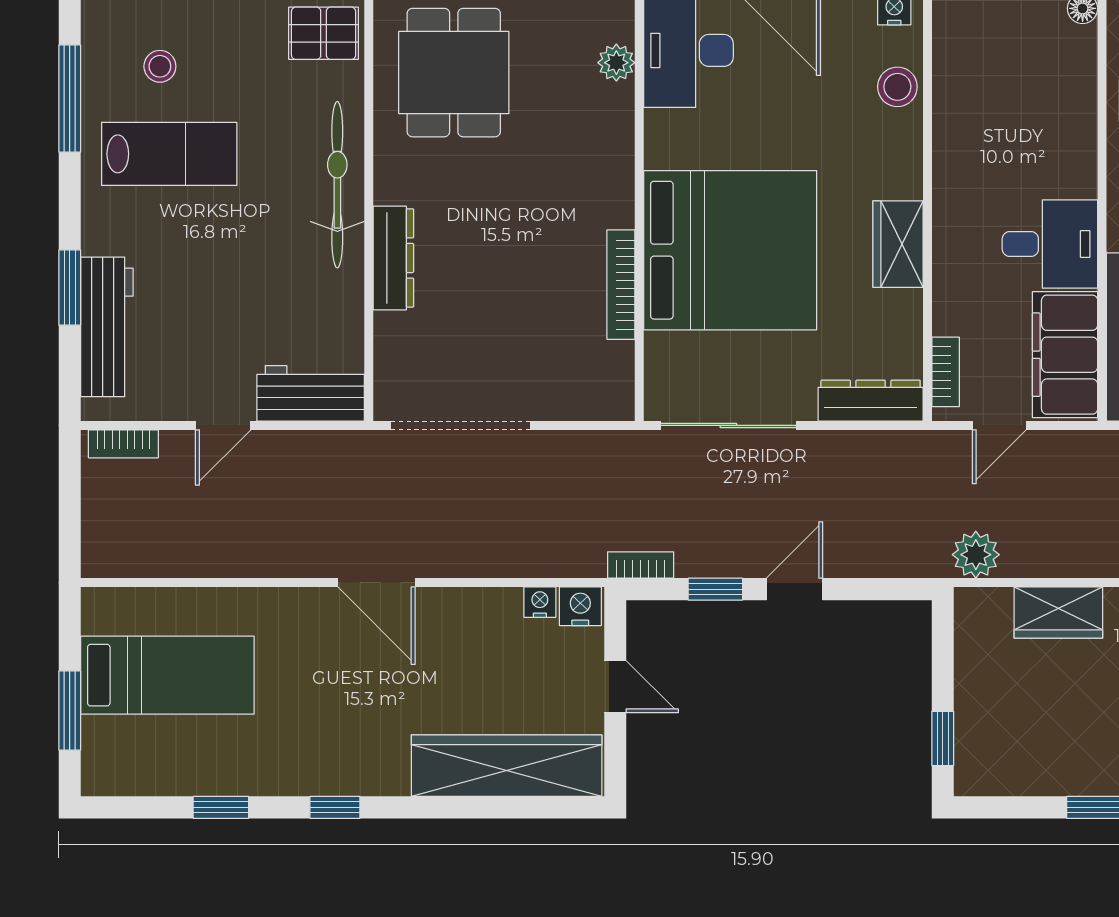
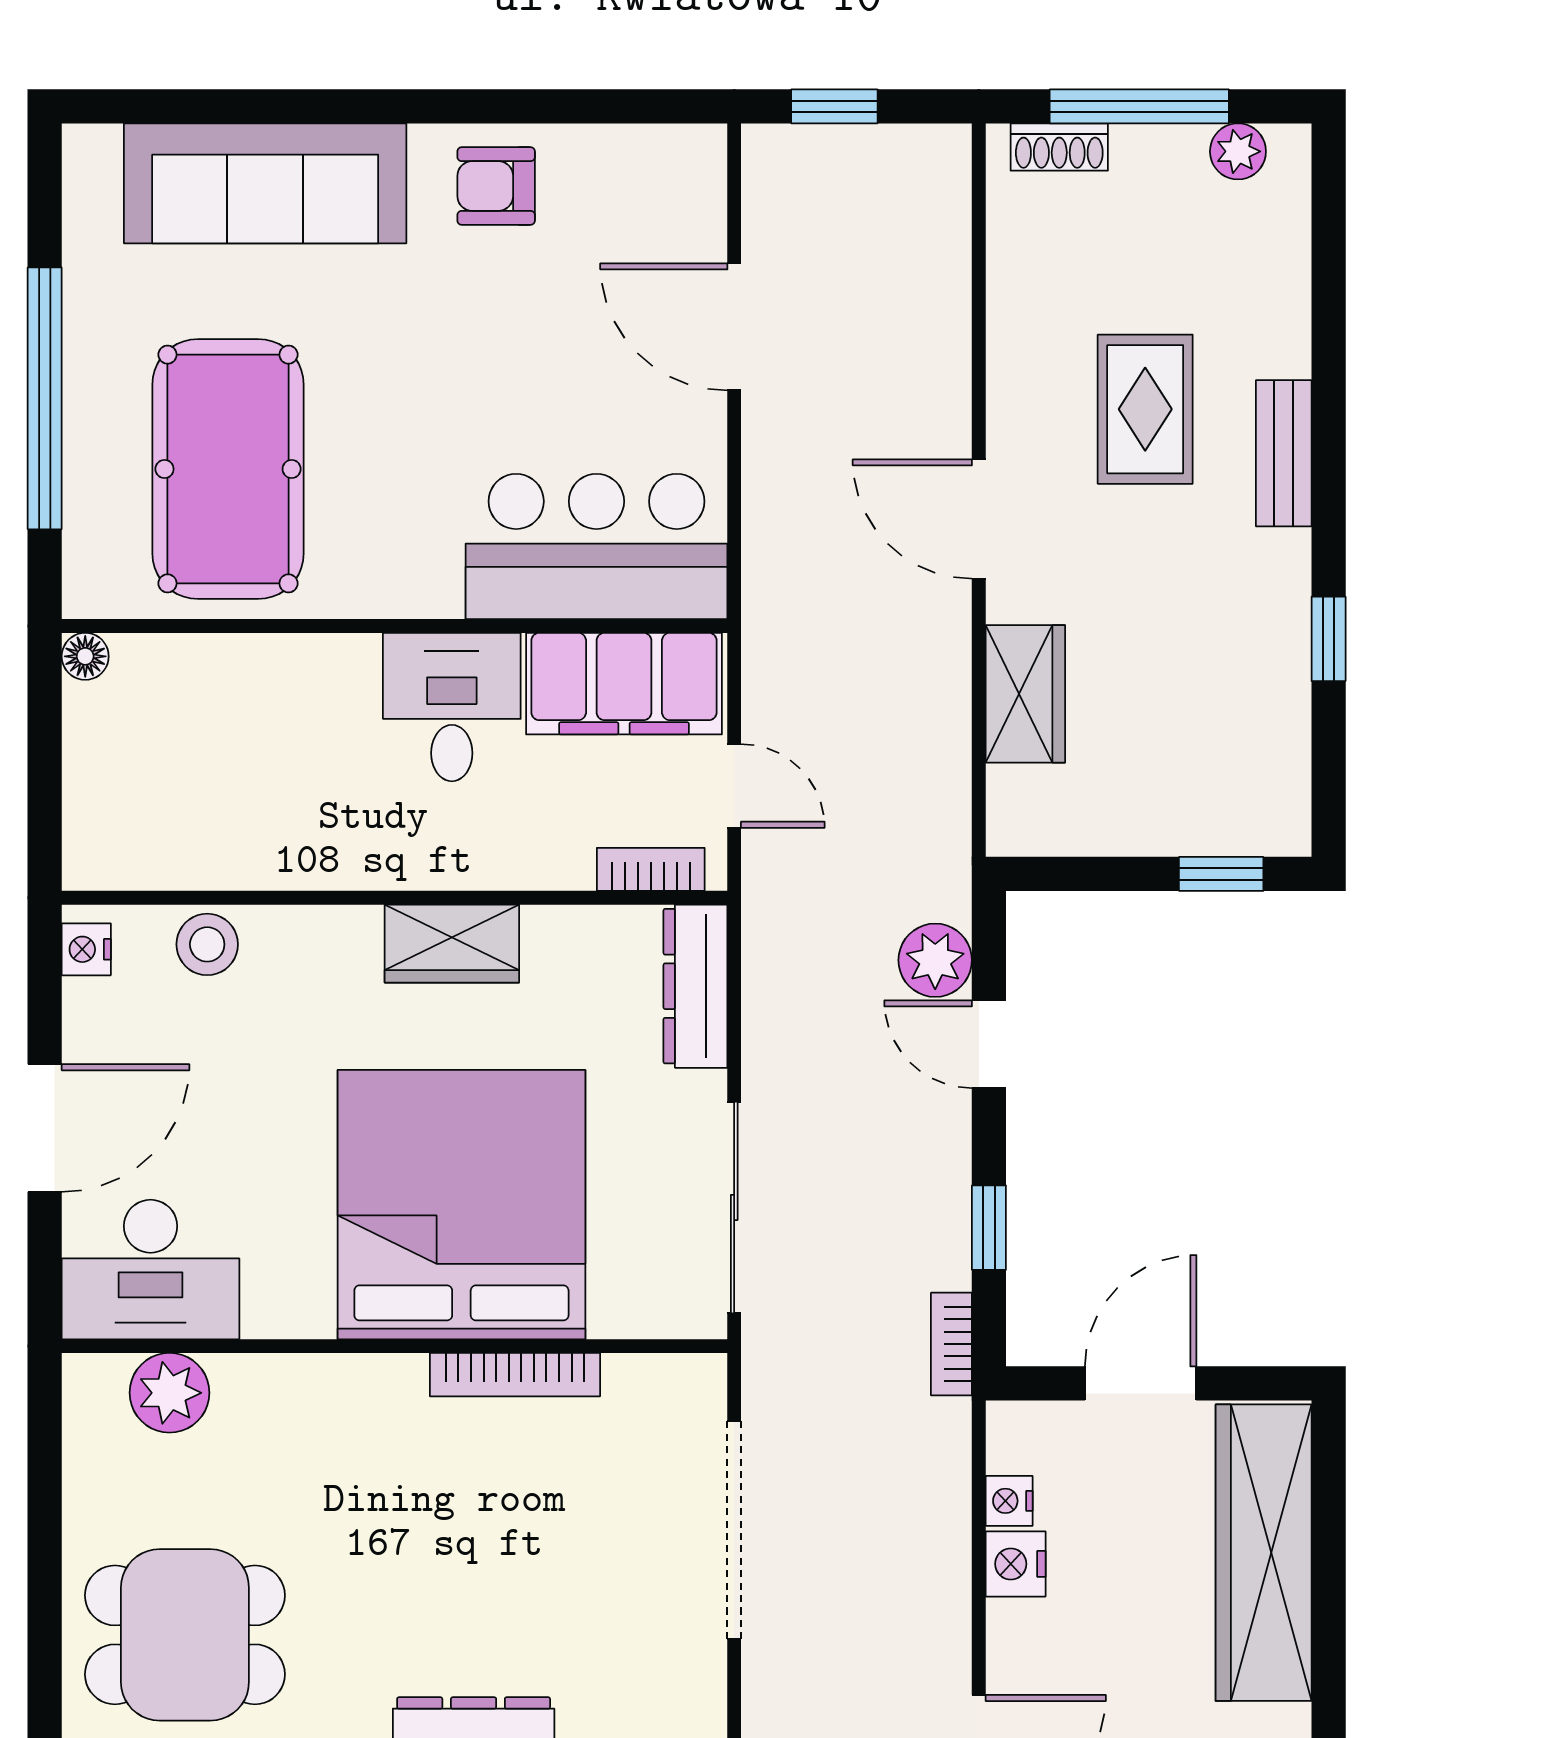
plant: (616, 63) -> (169, 1393), width x1.38, depth x1.38
doorway: (461, 425) -> (734, 1530), moved
plant: (976, 555) -> (935, 960), moved
door: (795, 589) -> (989, 1044), moved
nightstand: (580, 606) -> (1016, 1564), moved
door: (615, 687) -> (1141, 1383), width x1.38

